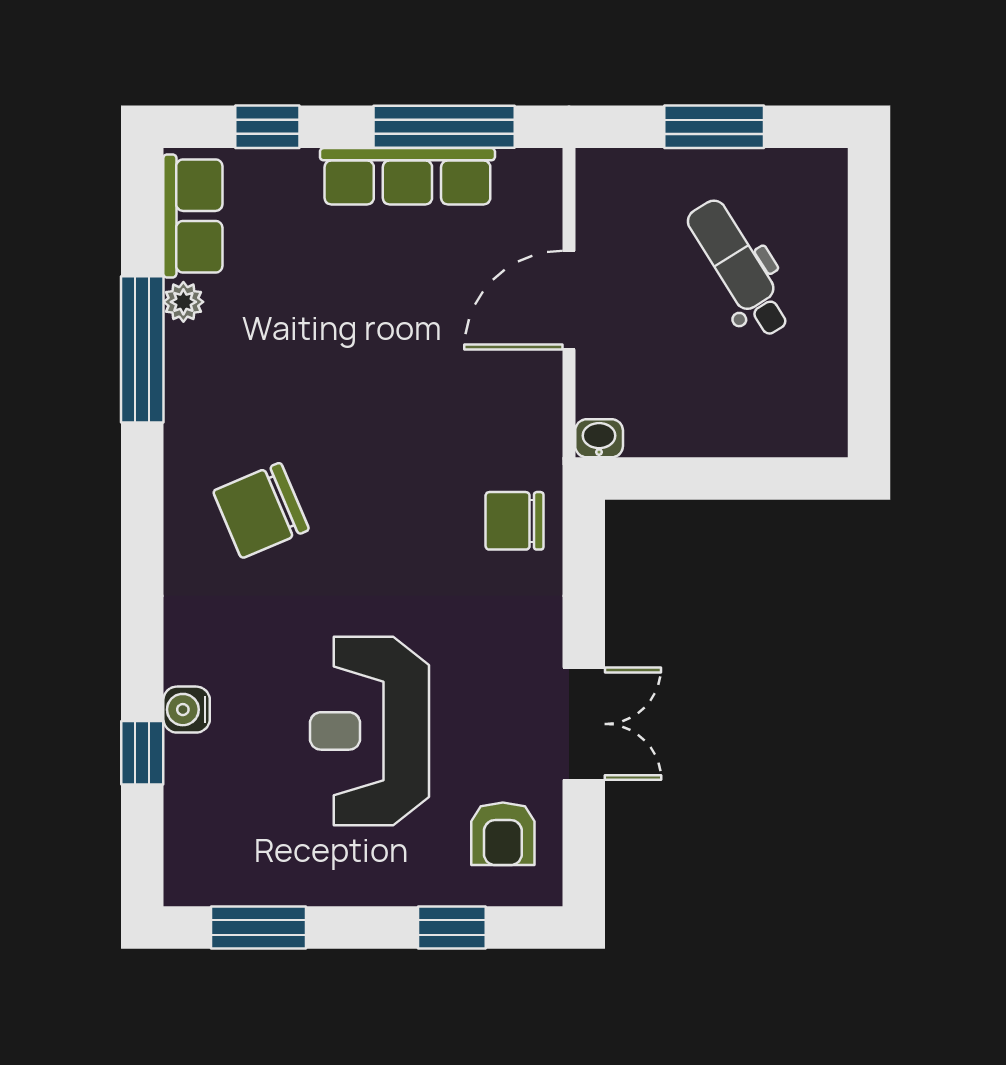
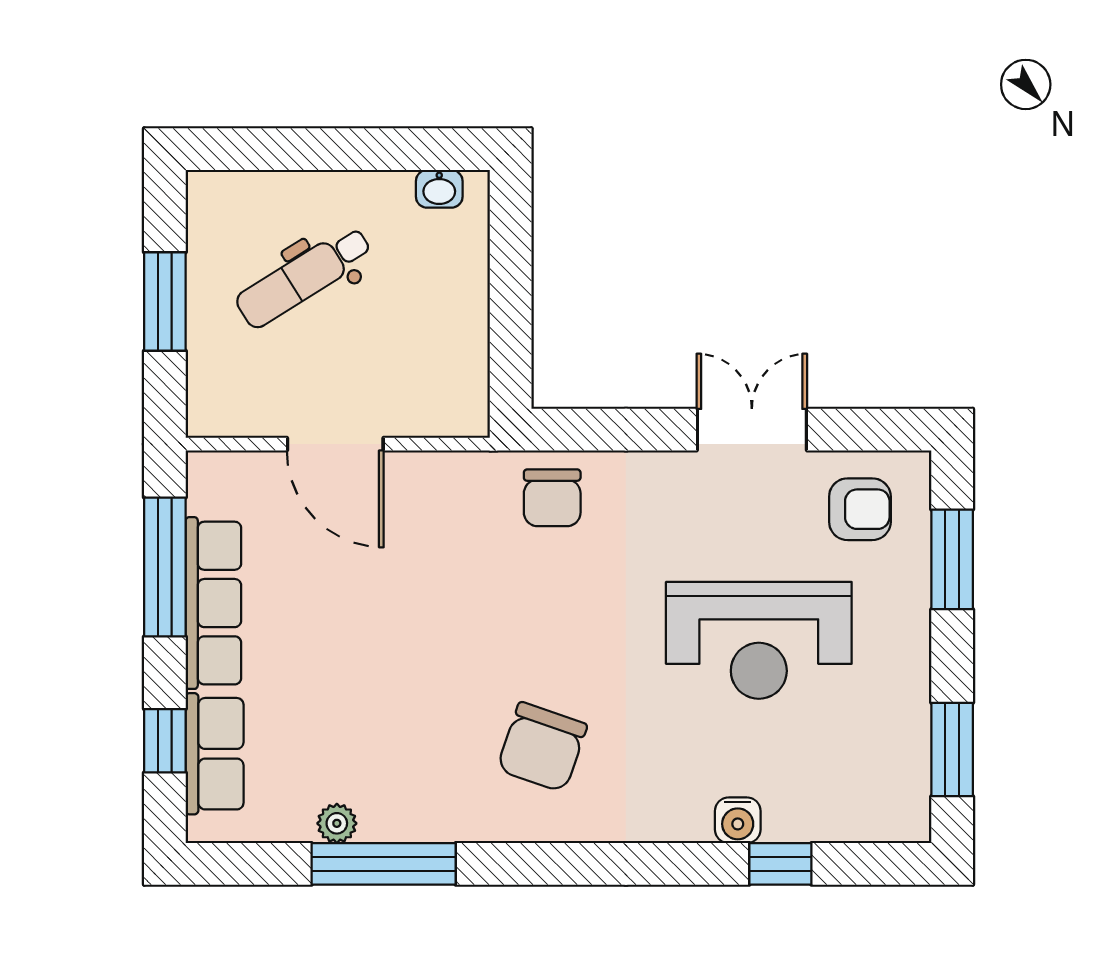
row of seats: (193, 216) -> (215, 754), moved, turned 90
washbasin: (599, 438) -> (439, 189), moved, turned -90
chair: (261, 510) -> (542, 747), turned 42
window: (452, 928) -> (952, 559), width x1.50

